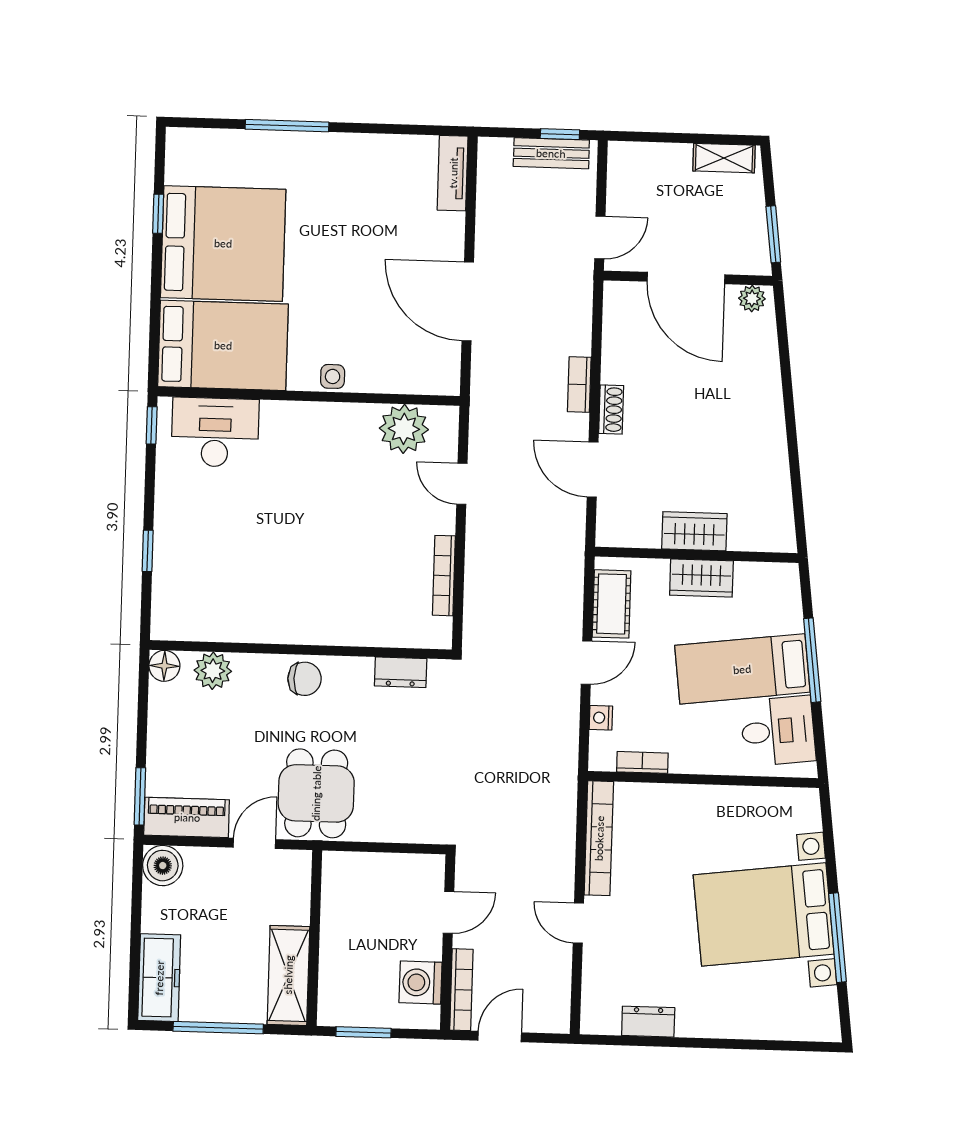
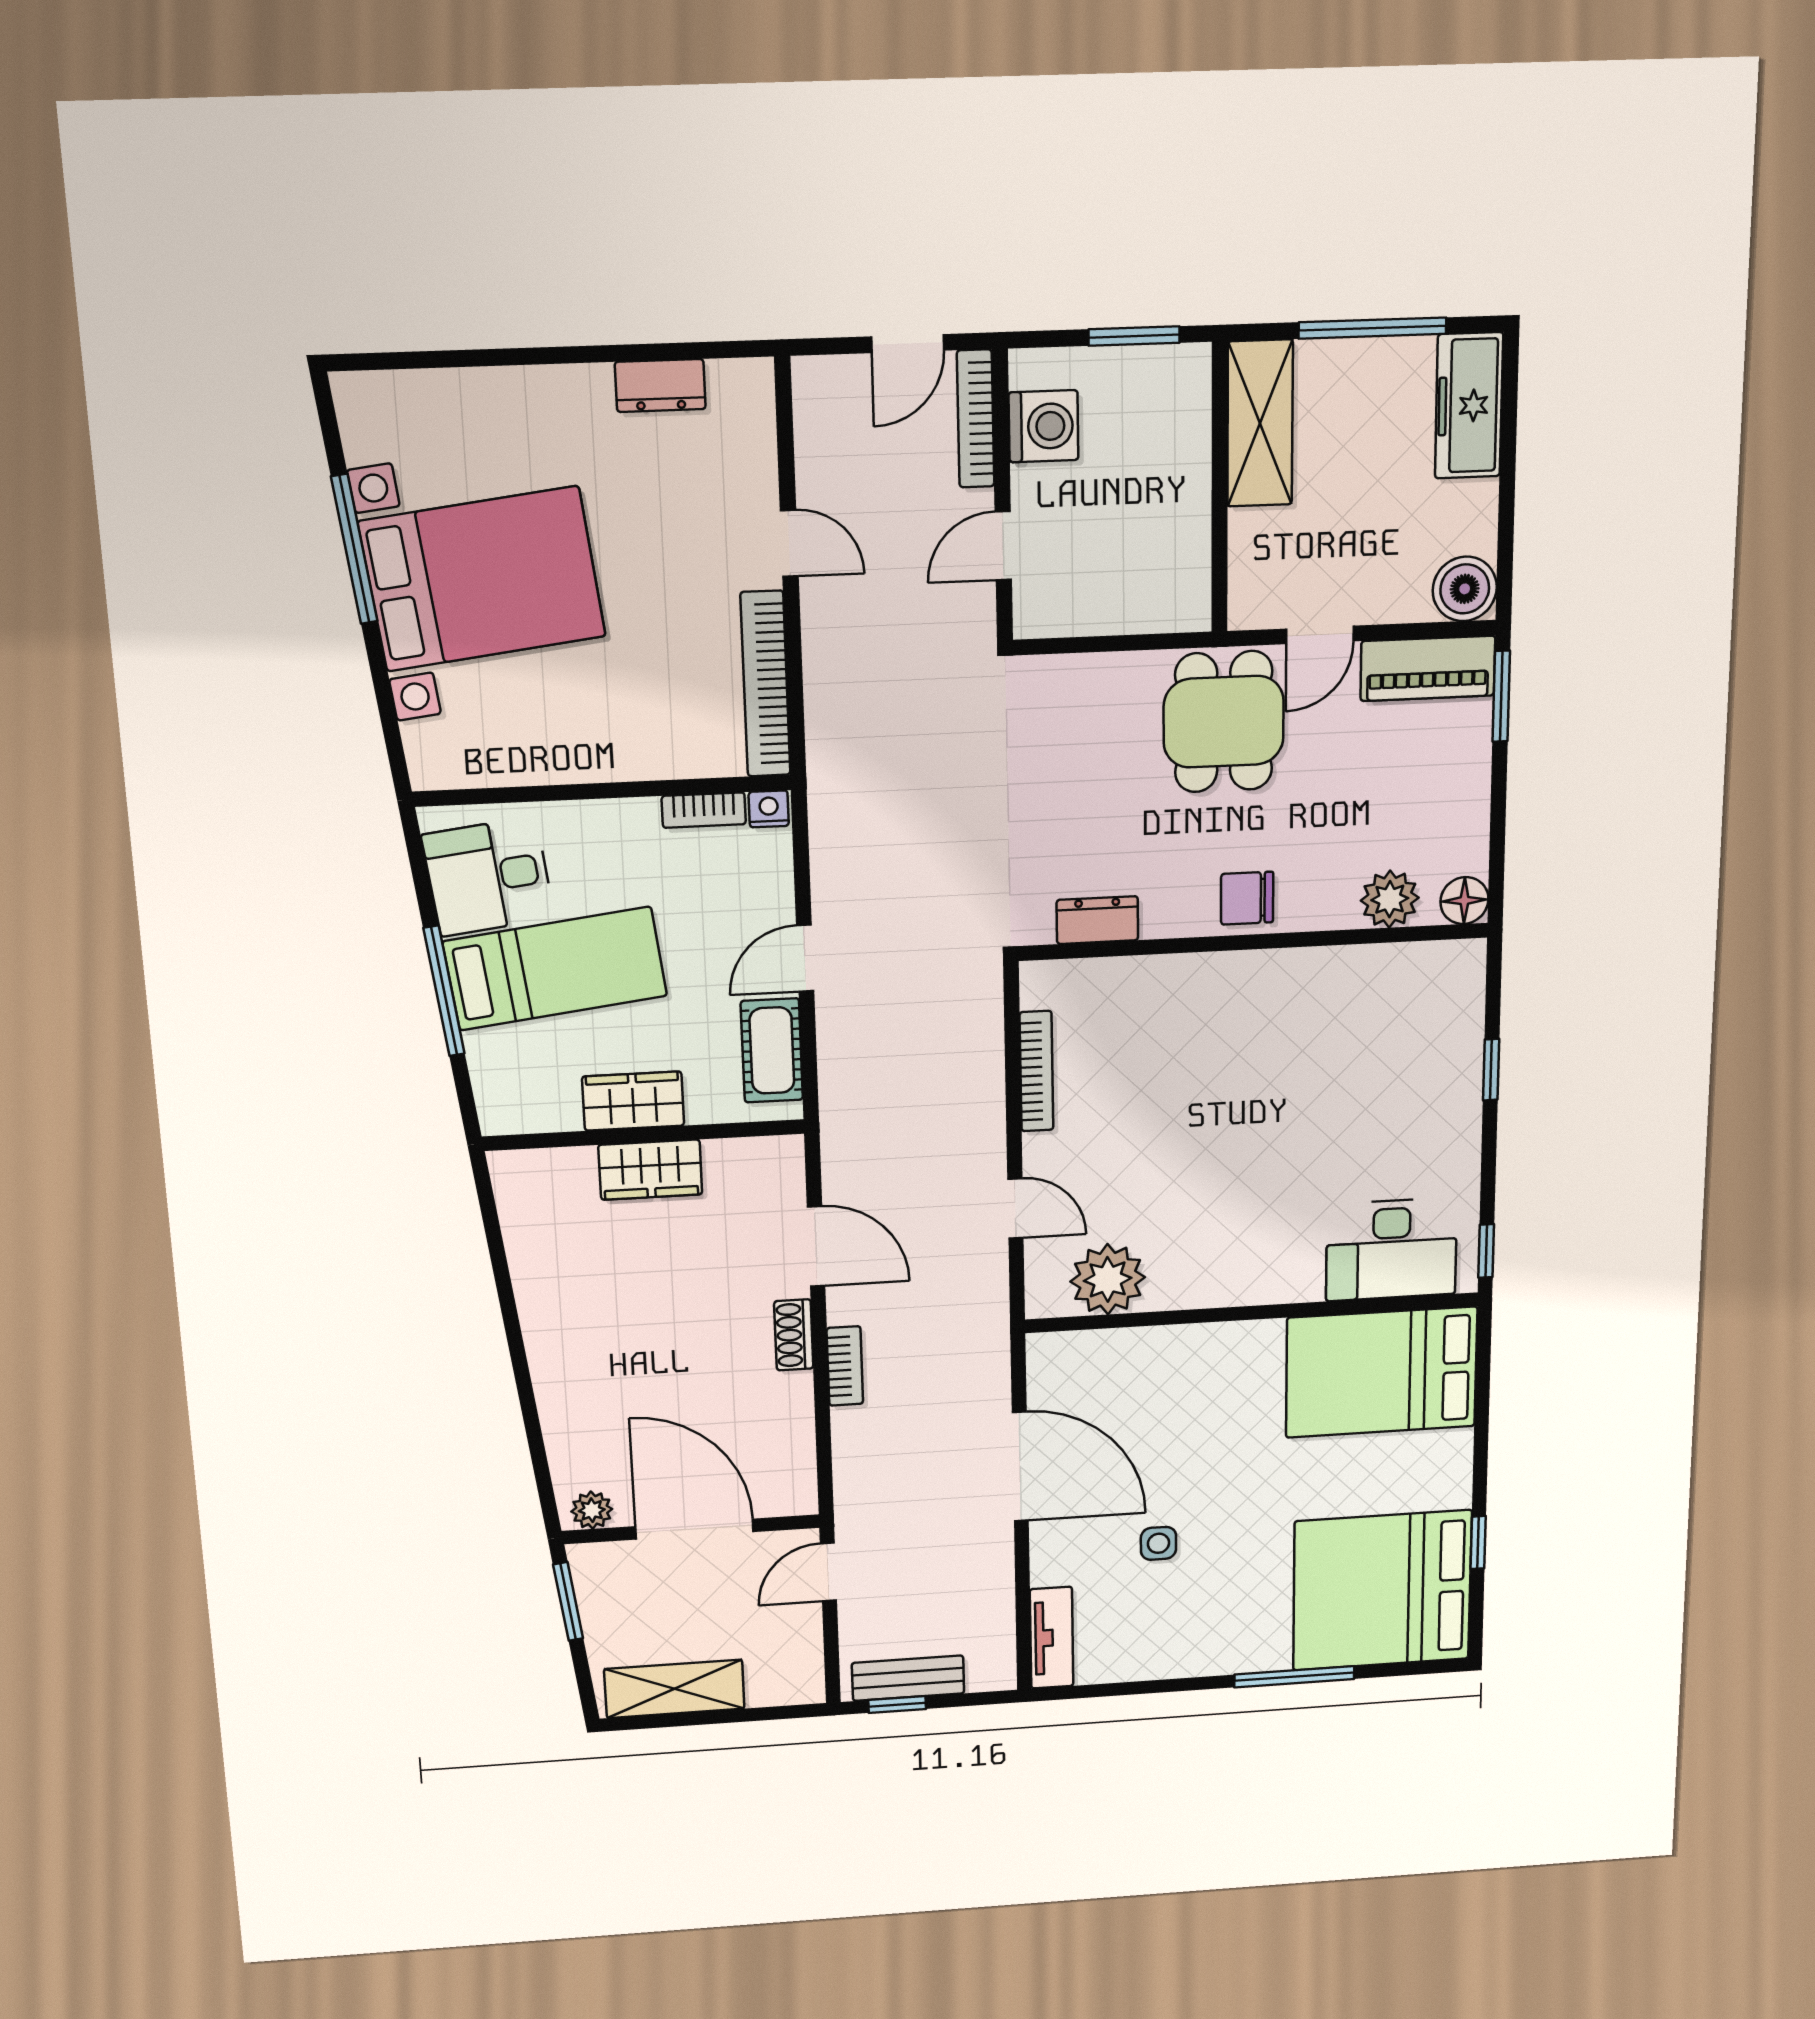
shelving: (724, 158) -> (674, 1689), width x1.50, depth x1.33
bed: (223, 243) -> (1382, 1590), moved
side table: (333, 376) -> (1158, 1543), moved
nightstand: (601, 718) -> (769, 809), moved, turned -90

